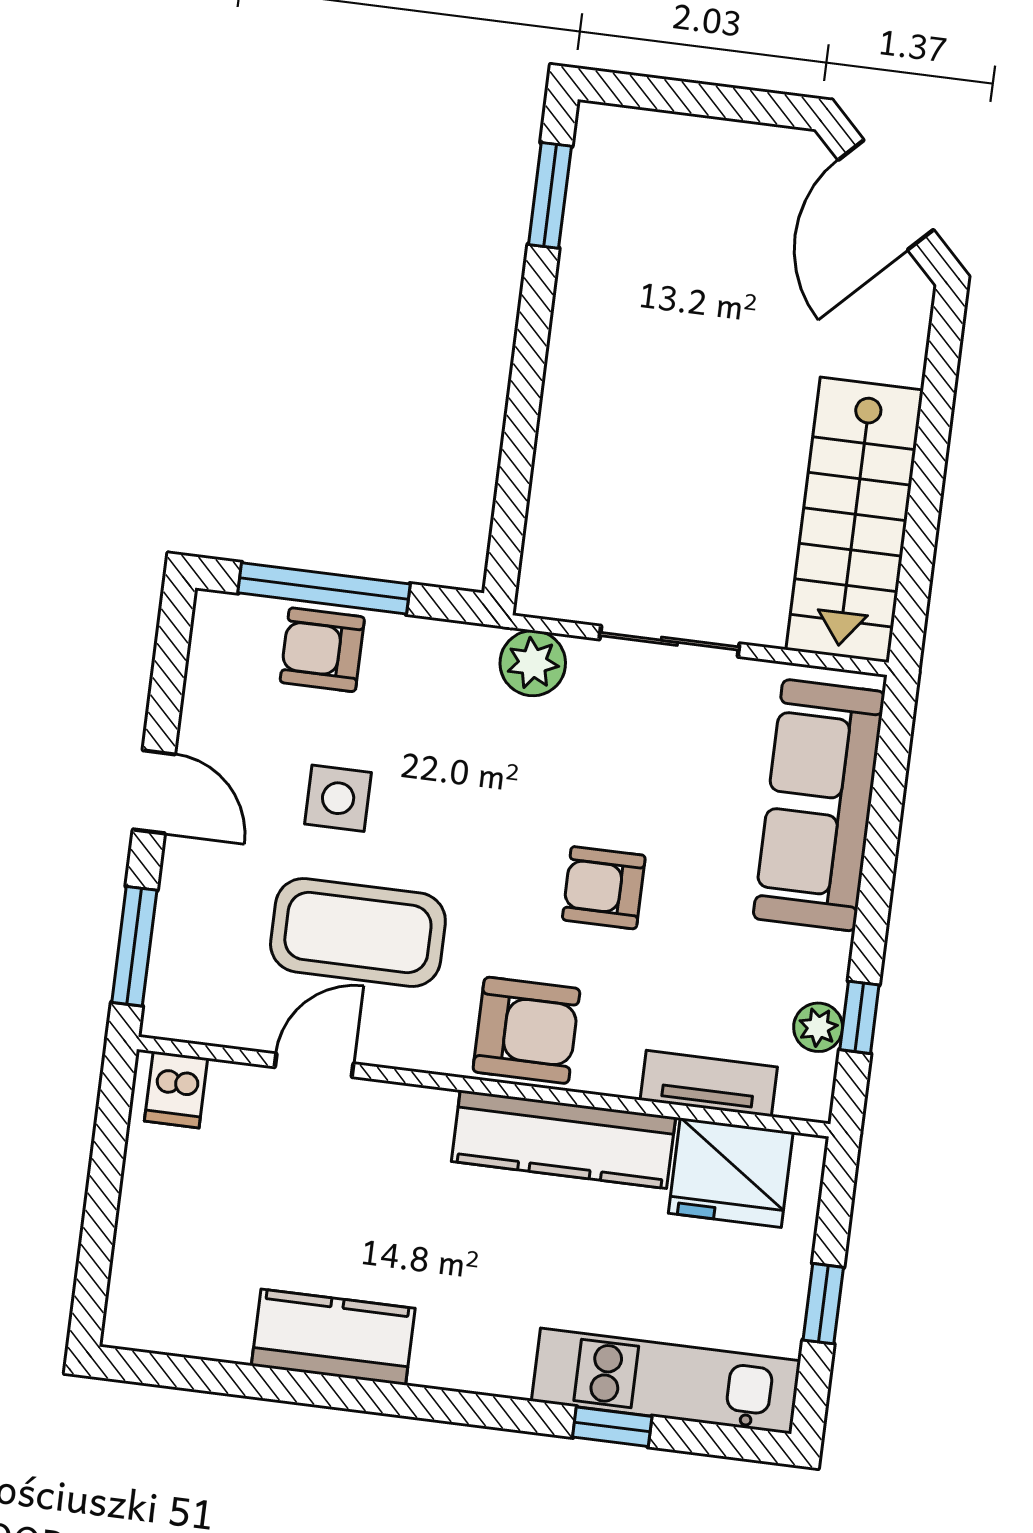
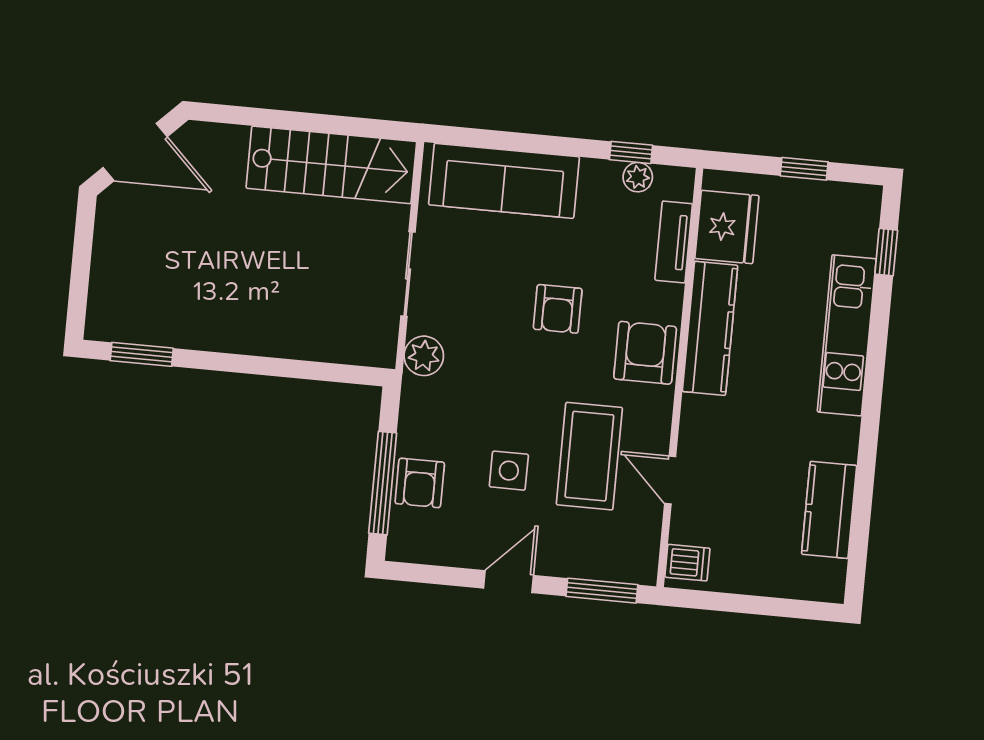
kitchen counter: (333, 1337) -> (829, 510), moved
kitchen unit: (666, 1381) -> (847, 335), moved
window: (612, 1427) -> (886, 252), moved

